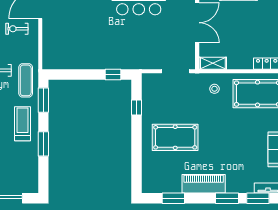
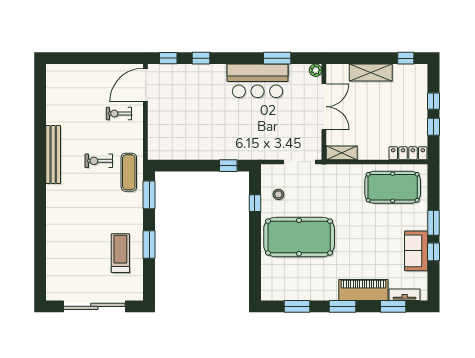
stool: (214, 89) -> (278, 194), moved
treadmill: (22, 124) -> (120, 253), moved
pool table: (175, 137) -> (299, 237), width x1.36, depth x1.32
piano: (204, 184) -> (363, 290), moved
window: (227, 198) -> (343, 306), moved

